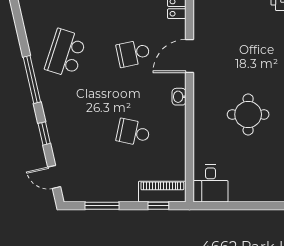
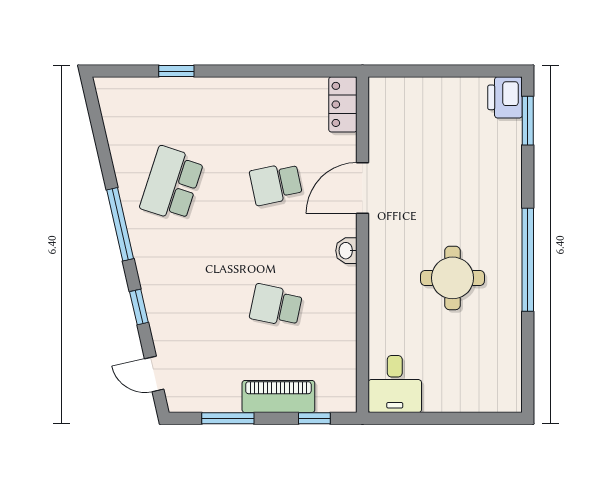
piano: (162, 192) -> (278, 396), moved

